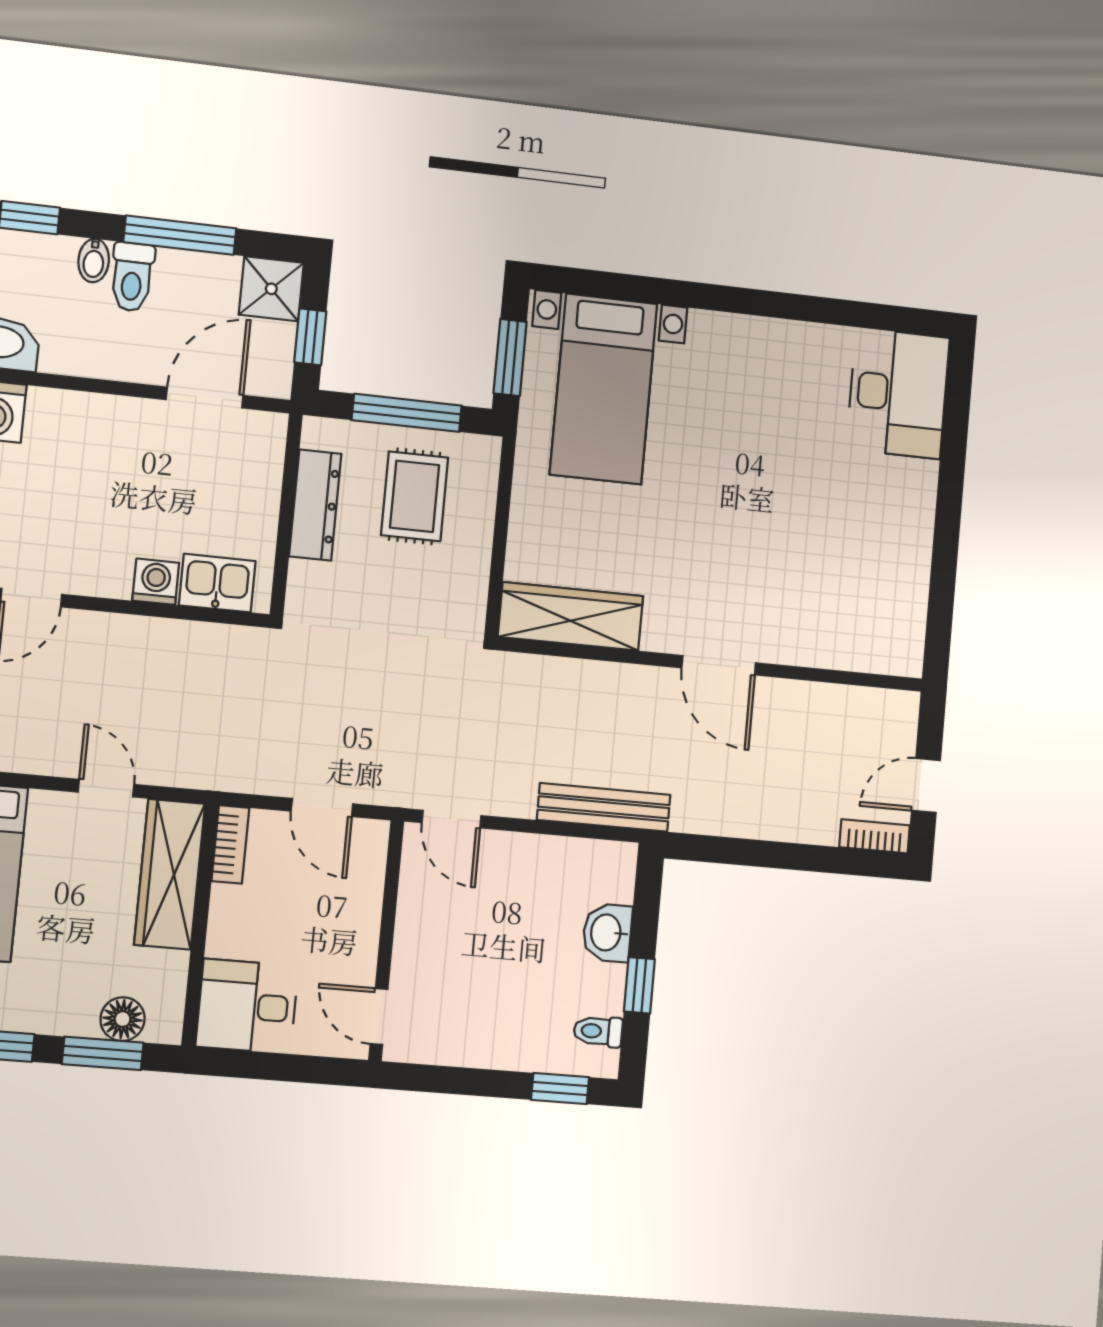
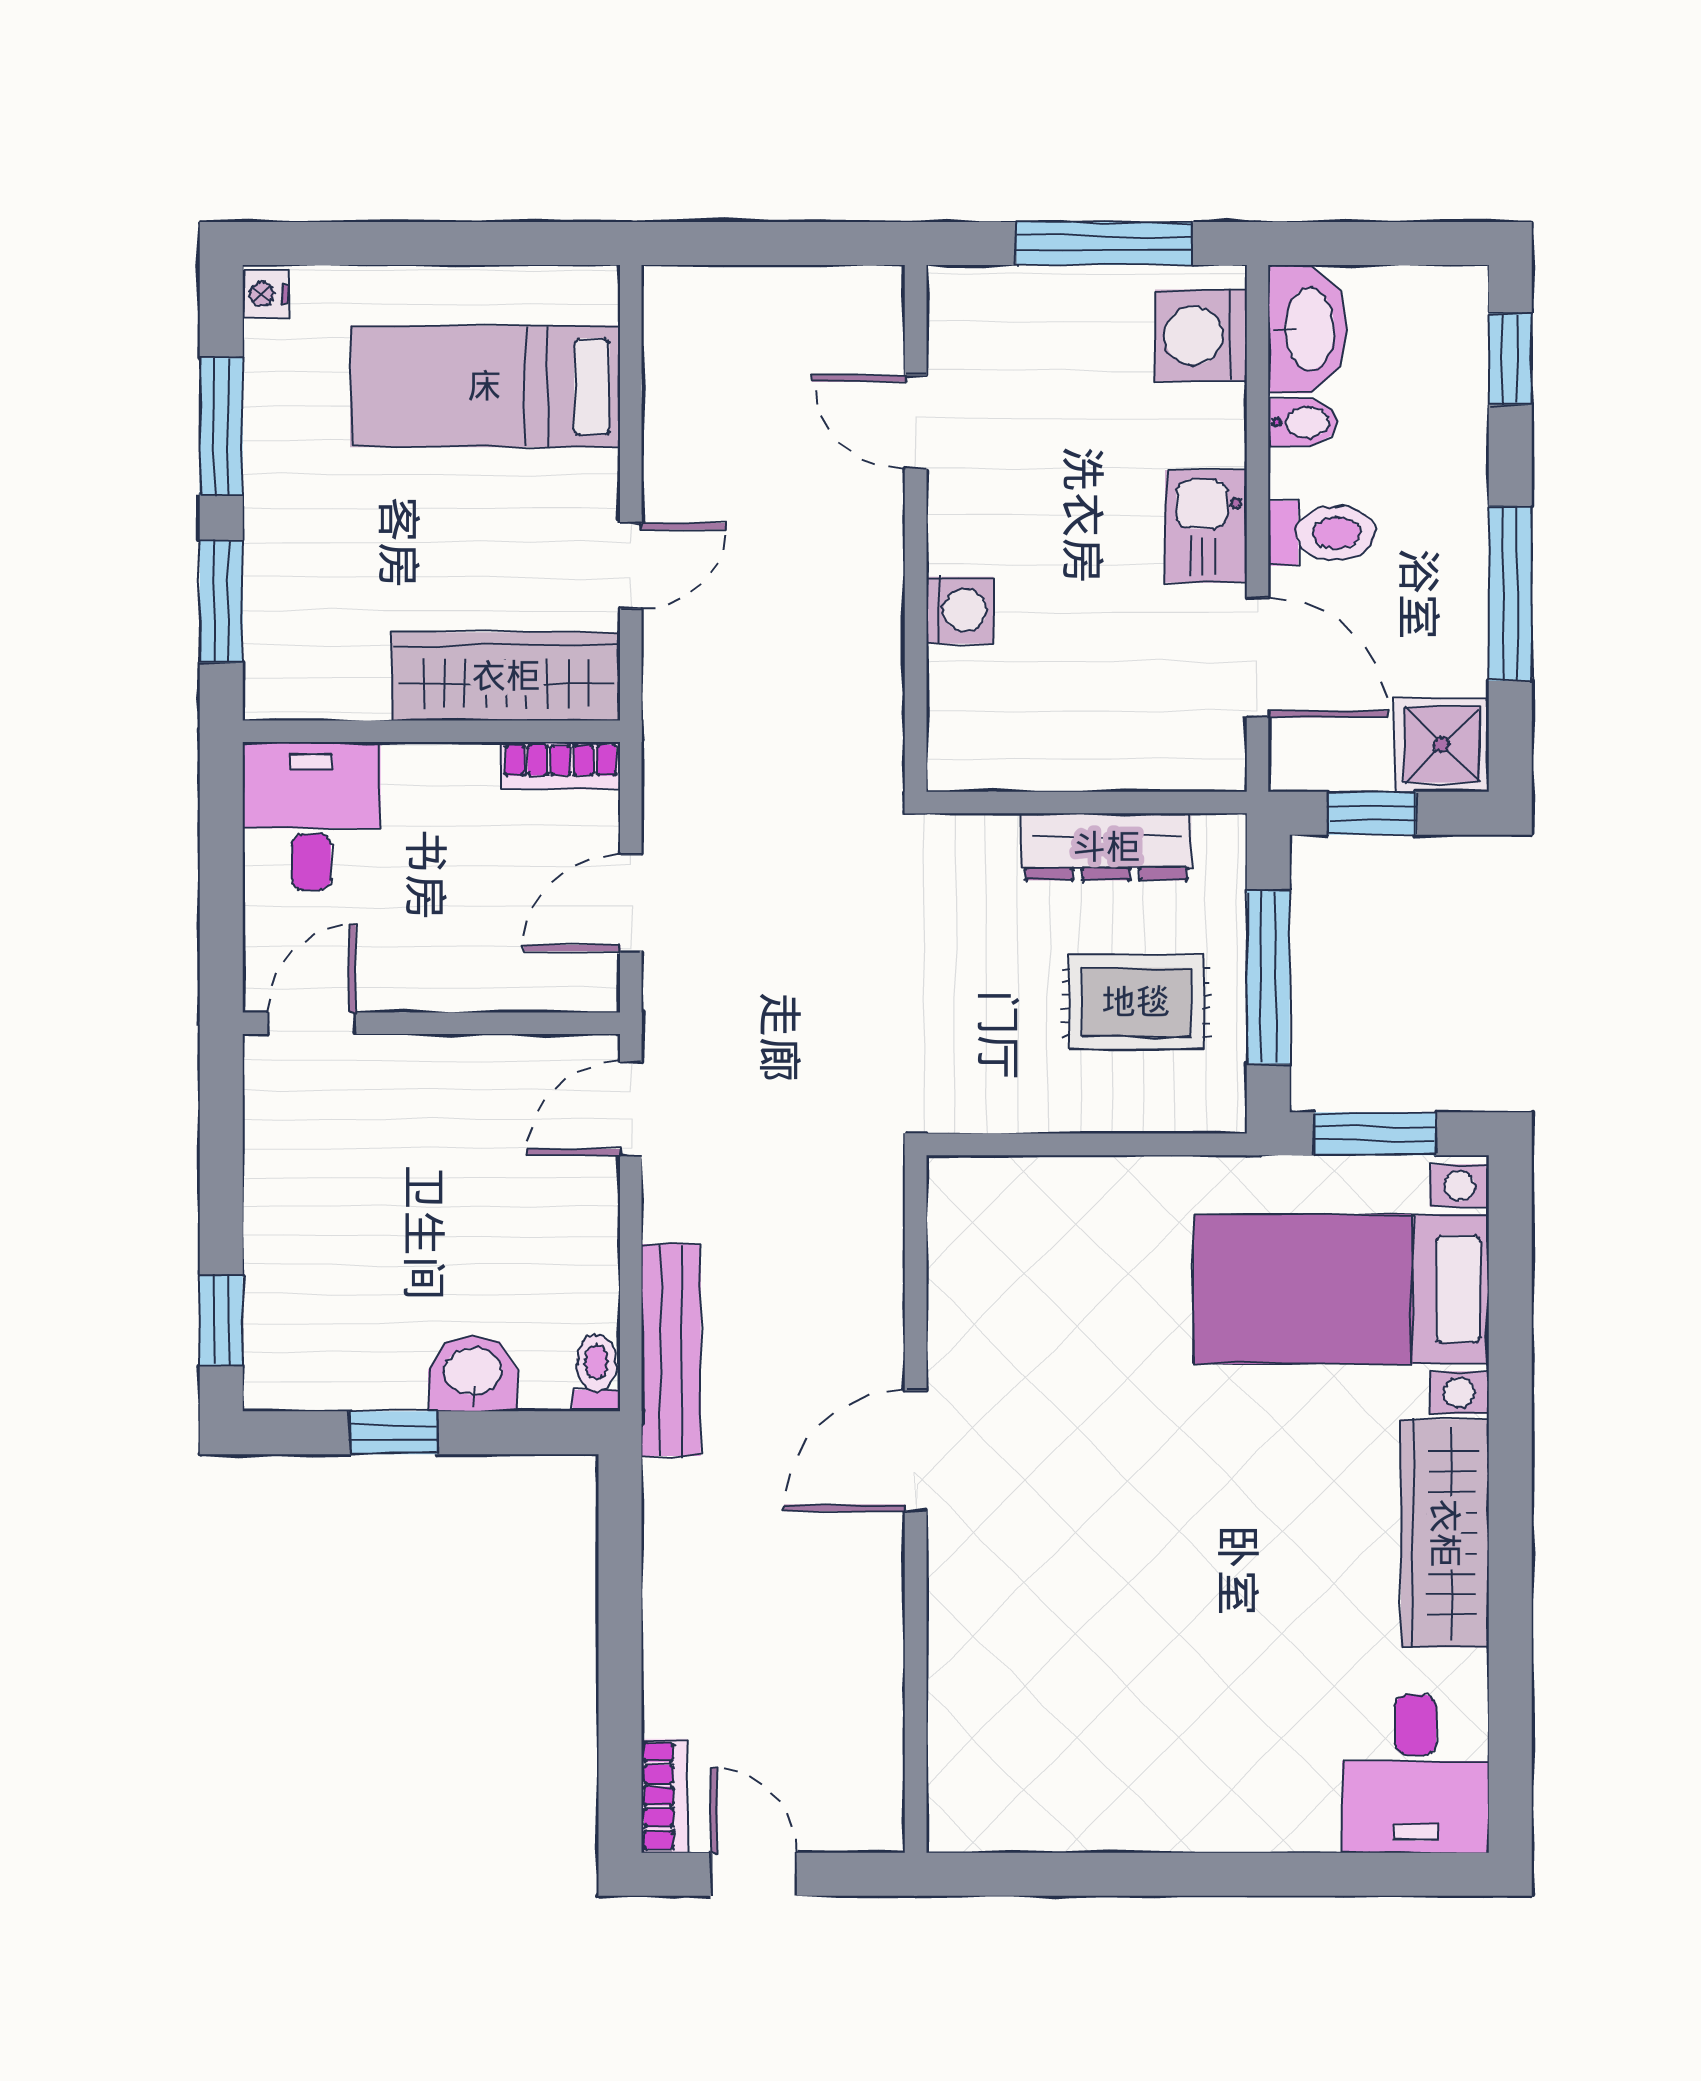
bidet: (94, 260) -> (1303, 422), moved, turned 180
toilet: (132, 277) -> (1322, 533), moved, turned 180
desk: (898, 393) -> (1416, 1774), width x0.73
kitchen sink: (217, 583) -> (1206, 526), moved, turned 180
wardrobe: (571, 616) -> (1445, 1533), moved, turned 180
door: (719, 665) -> (916, 1451), moved
floor lamp: (123, 1019) -> (276, 627), removed
toilet: (598, 1031) -> (596, 1373), moved

